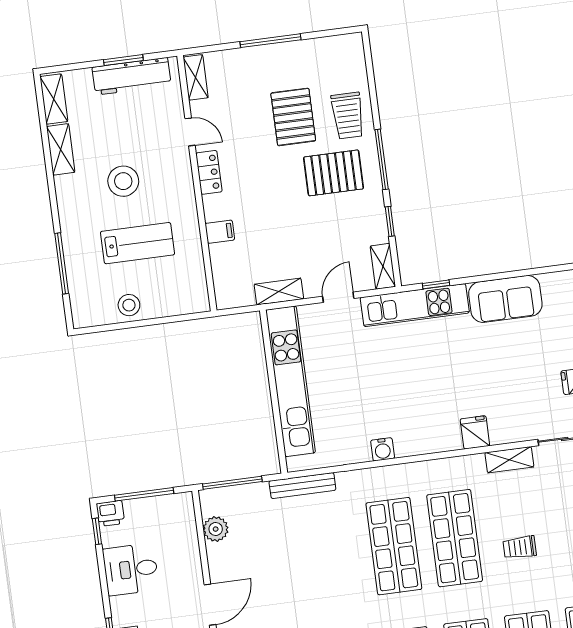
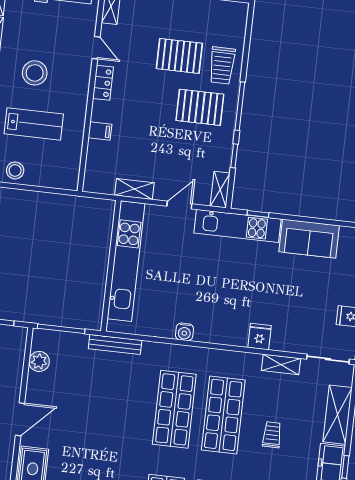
pallet: (293, 117) -> (179, 56), turned 90
trolley: (520, 547) -> (272, 435), turned 90

